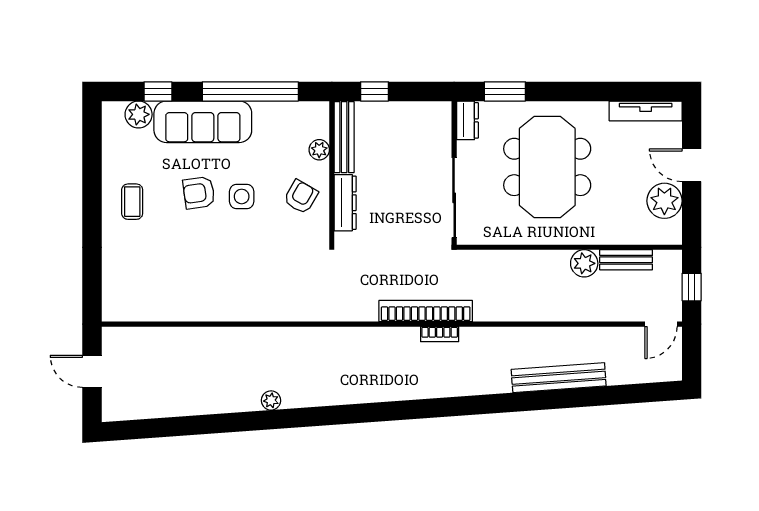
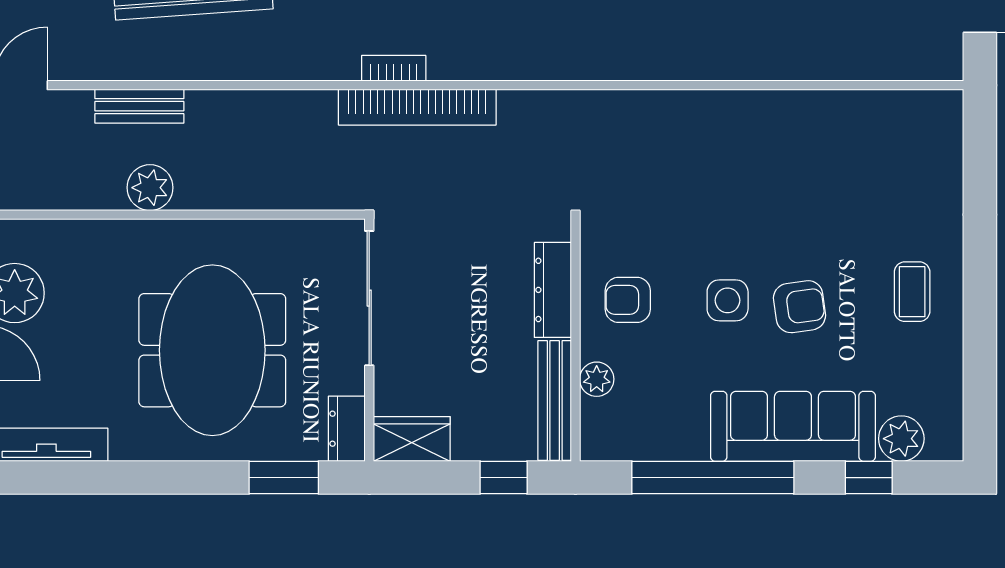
wardrobe: (429, 114) -> (412, 439), added
armchair: (301, 197) -> (628, 300), turned 60
bench: (626, 260) -> (139, 106), moved

